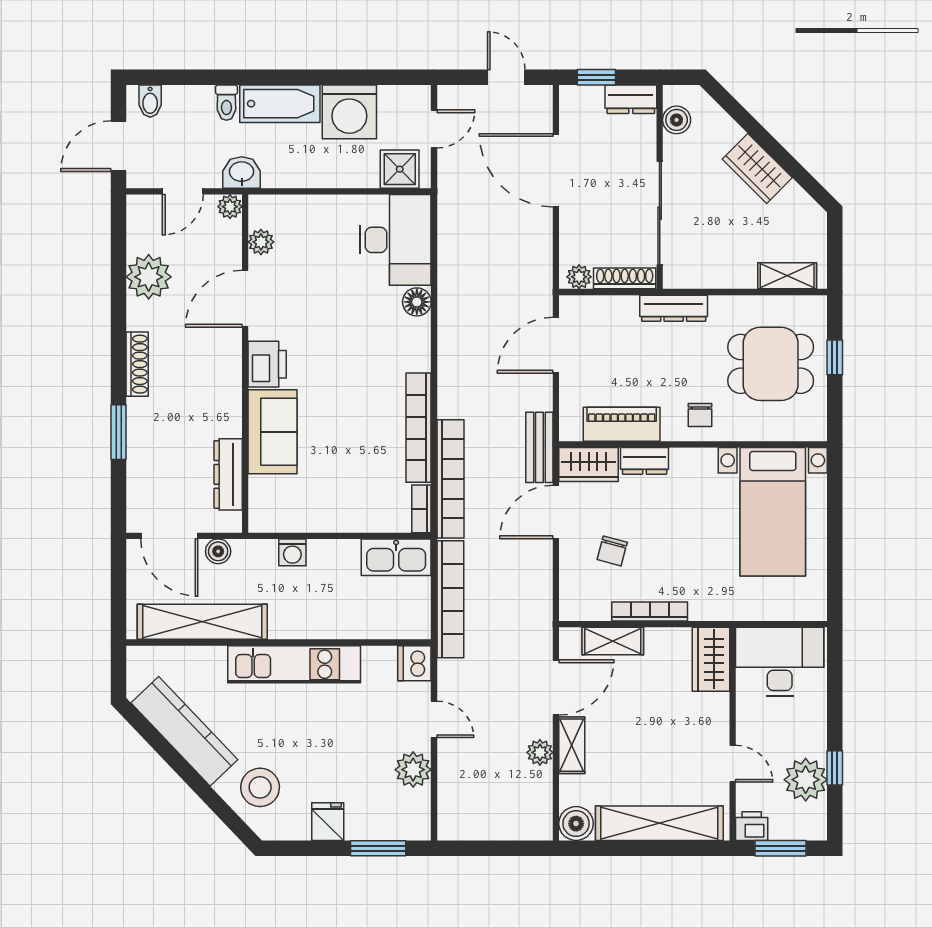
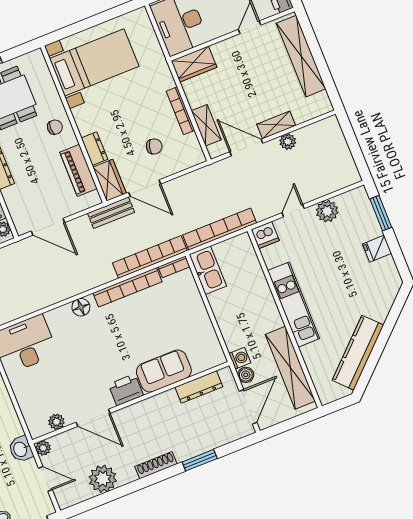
floor lamp: (417, 302) -> (81, 307), moved
washing machine: (292, 552) -> (240, 358), moved
stool: (260, 787) -> (373, 296), removed
boiler: (576, 824) -> (321, 104), removed

